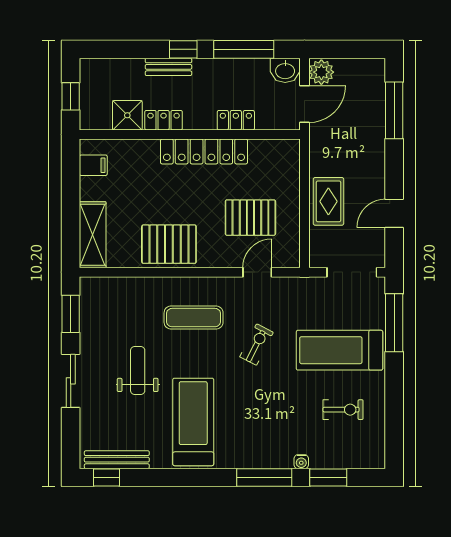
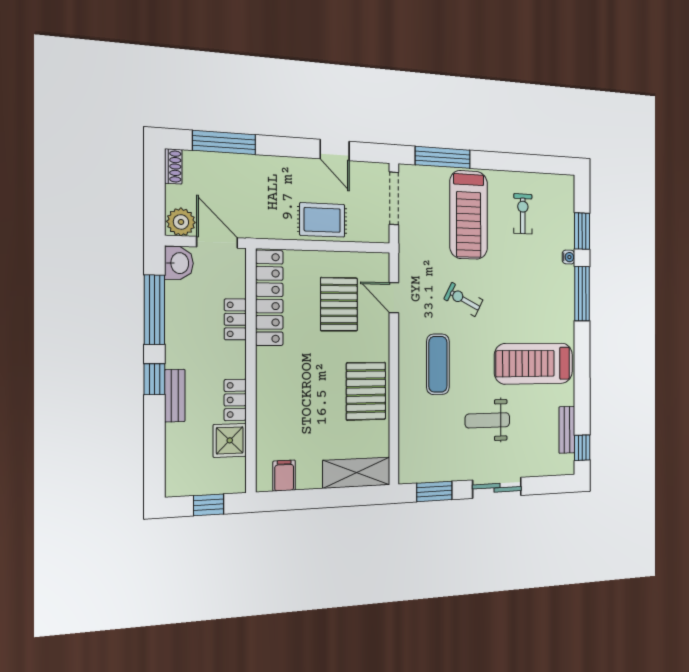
shoe rack: (370, 65) -> (173, 166), added
locker: (204, 151) -> (269, 298), moved
bench: (117, 460) -> (567, 430), width x0.73

